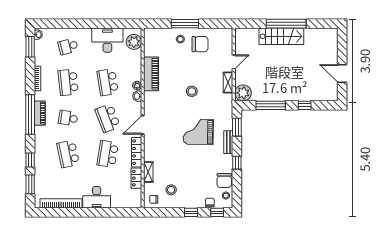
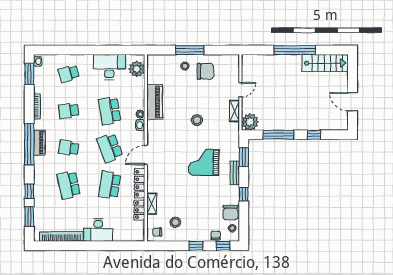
stairs: (281, 36) -> (325, 63), moved
school desk: (68, 82) -> (69, 111), width x0.54

